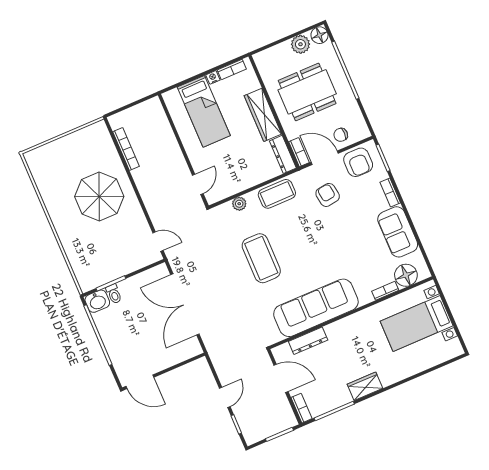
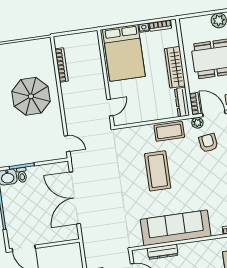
bed: (204, 111) -> (124, 53), width x1.50
plant: (239, 204) -> (197, 123), moved
coffee table: (261, 258) -> (158, 171), moved

